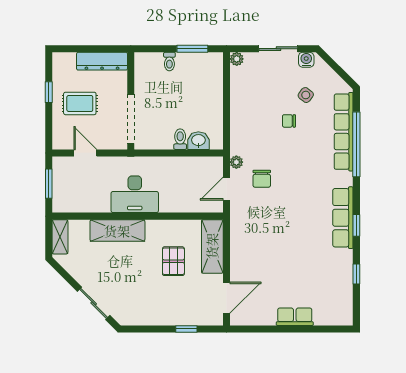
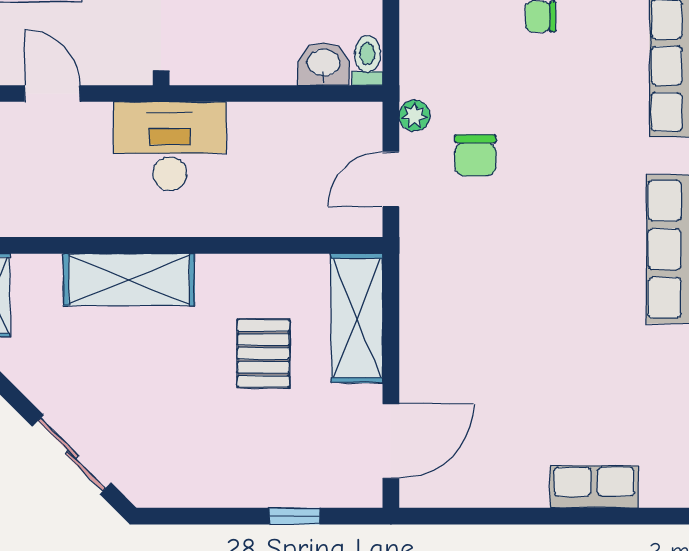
toilet: (180, 139) -> (367, 61), moved
desk: (135, 194) -> (170, 146), moved, turned 180
row of seats: (295, 317) -> (594, 487), moved

